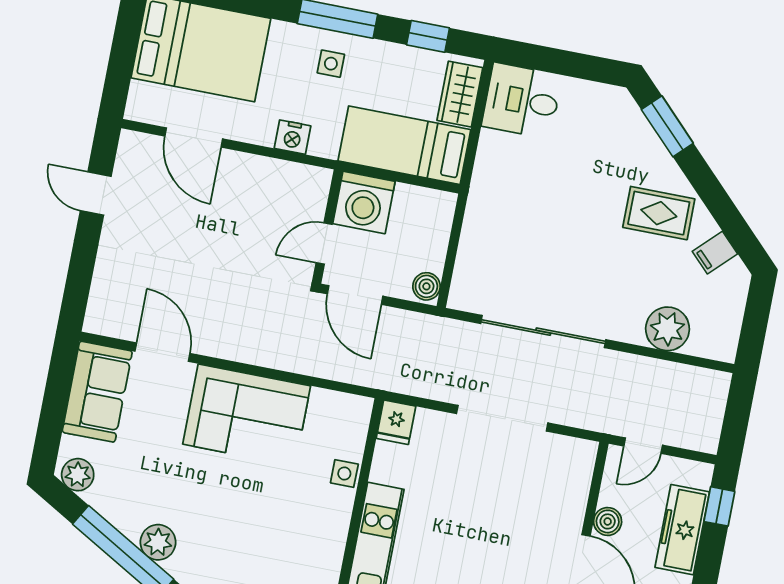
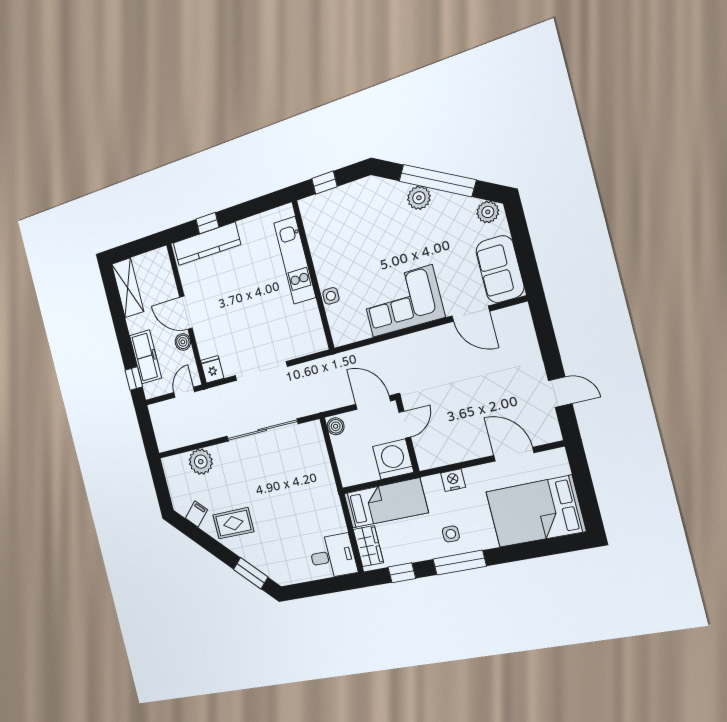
fridge: (396, 422) -> (212, 369), moved

